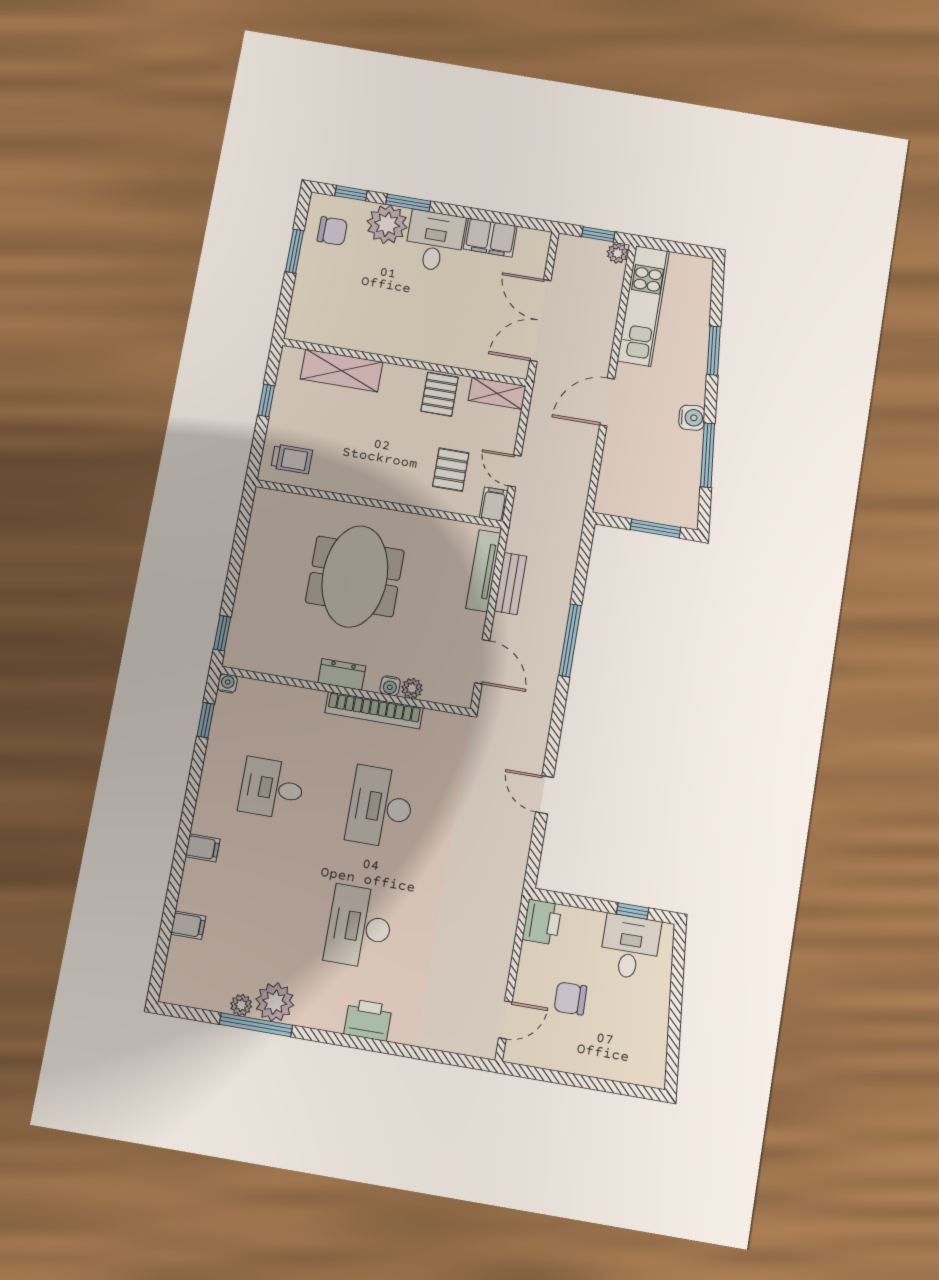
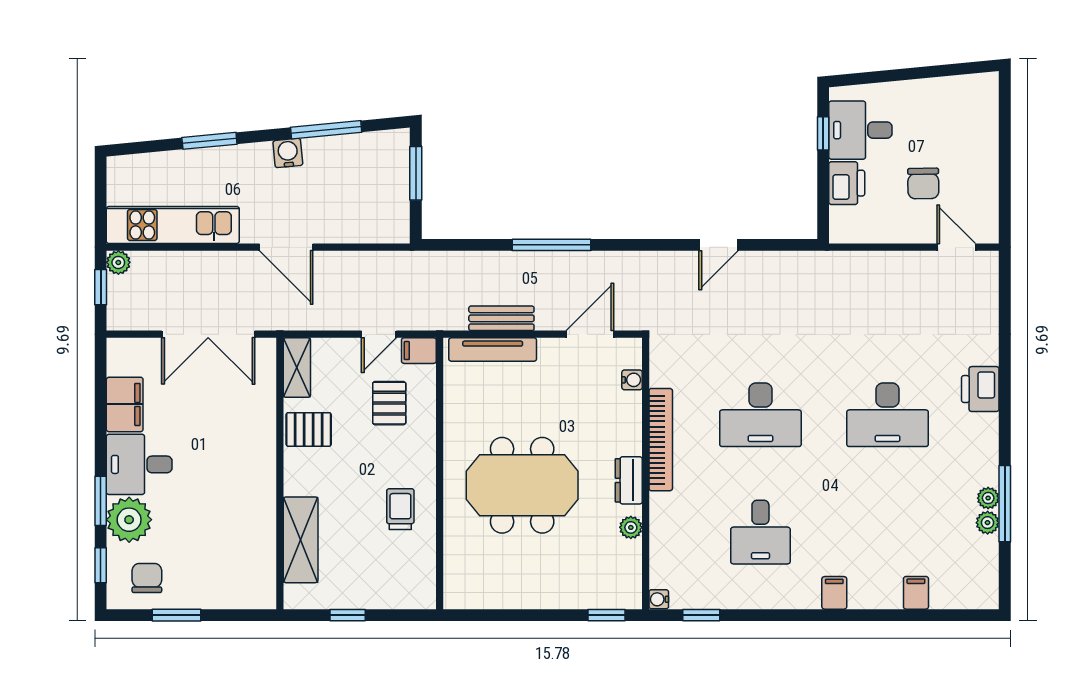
trolley: (292, 459) -> (400, 509), moved
pallet: (451, 470) -> (389, 403), turned 90
water cooler: (390, 686) -> (632, 380), moved
plant: (412, 688) -> (631, 527), moved
printer: (542, 922) -> (847, 183), moved, turned 90
plant: (275, 1002) -> (988, 498), width x0.53, depth x0.53

